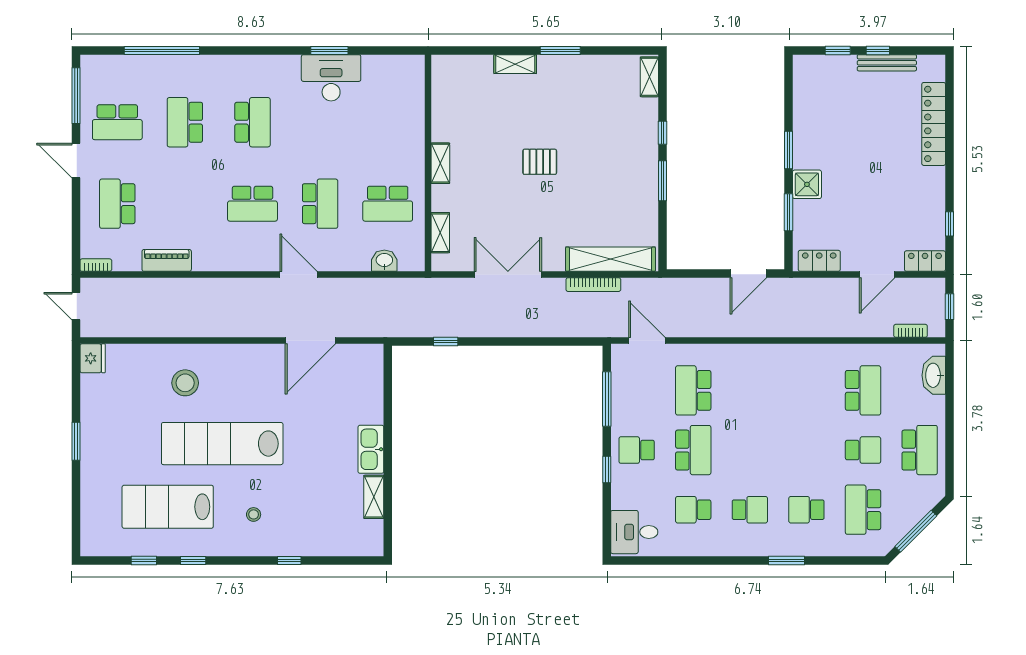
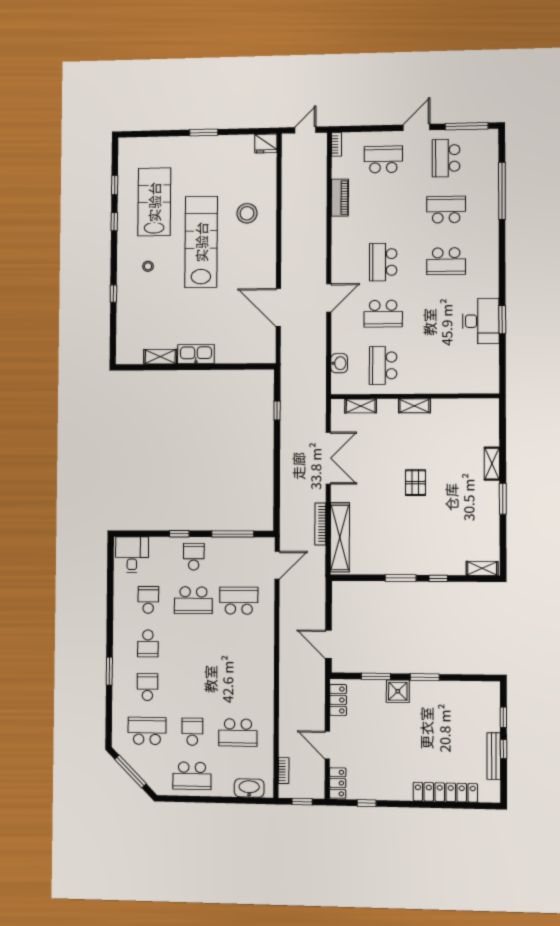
school desk: (863, 450) -> (192, 732), turned 180

